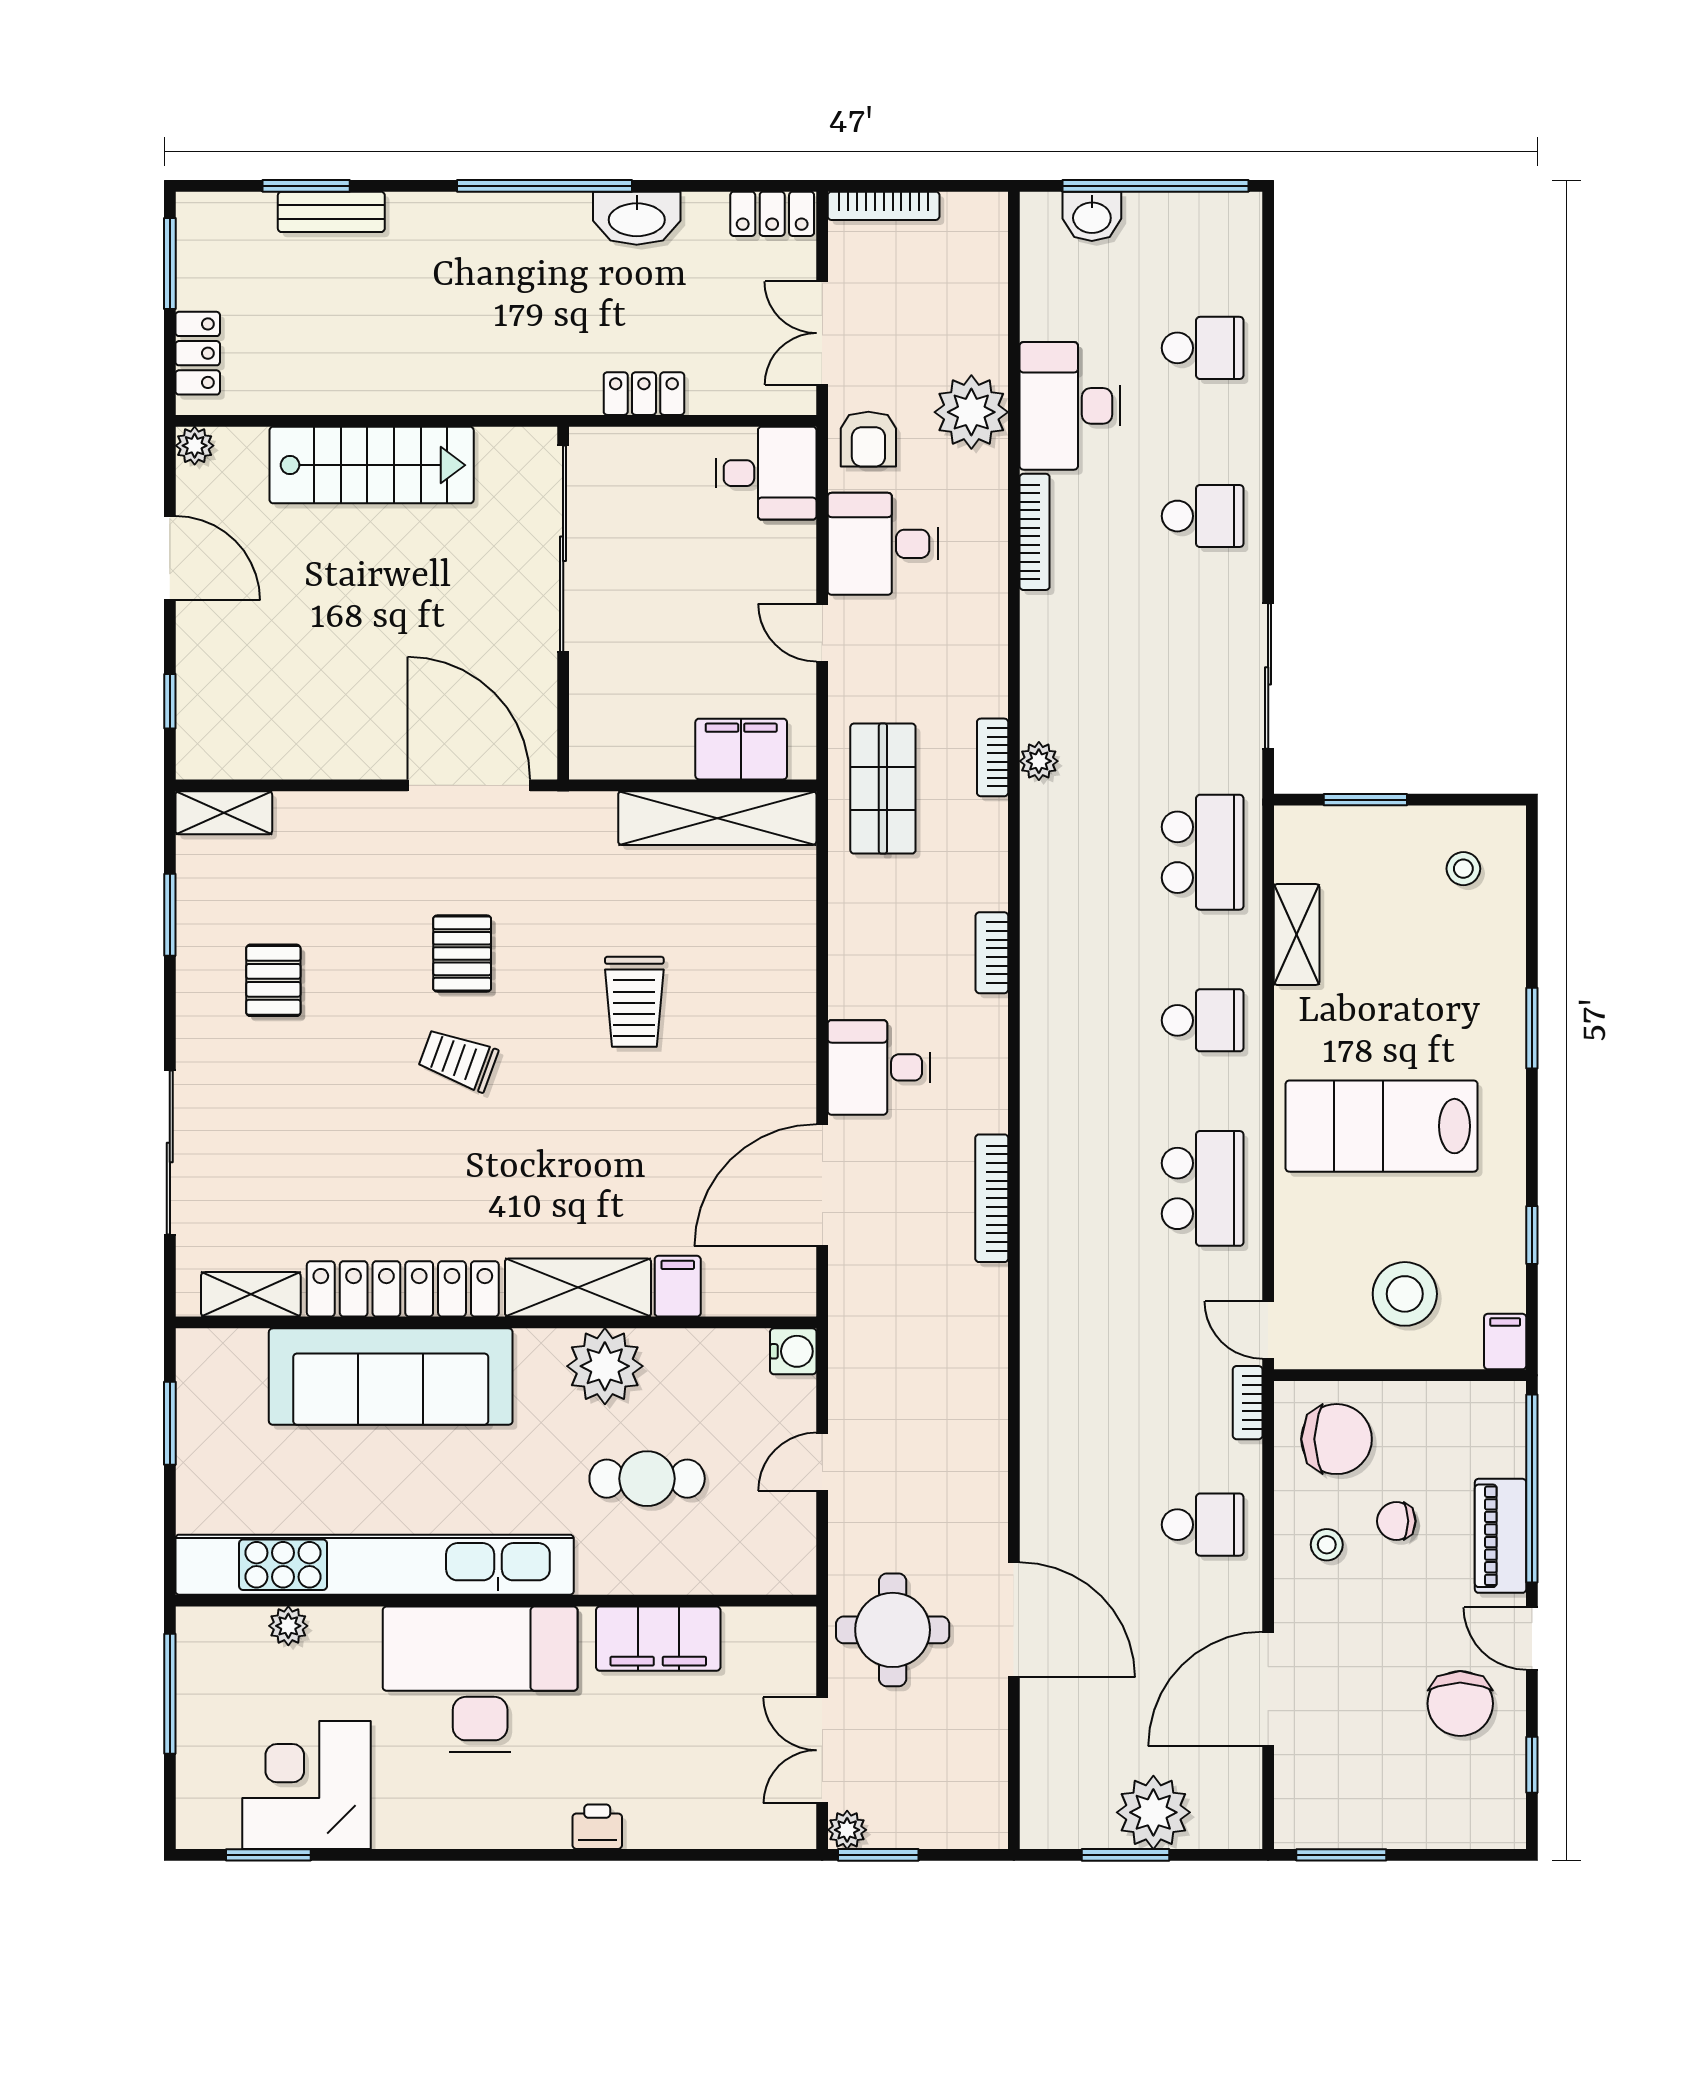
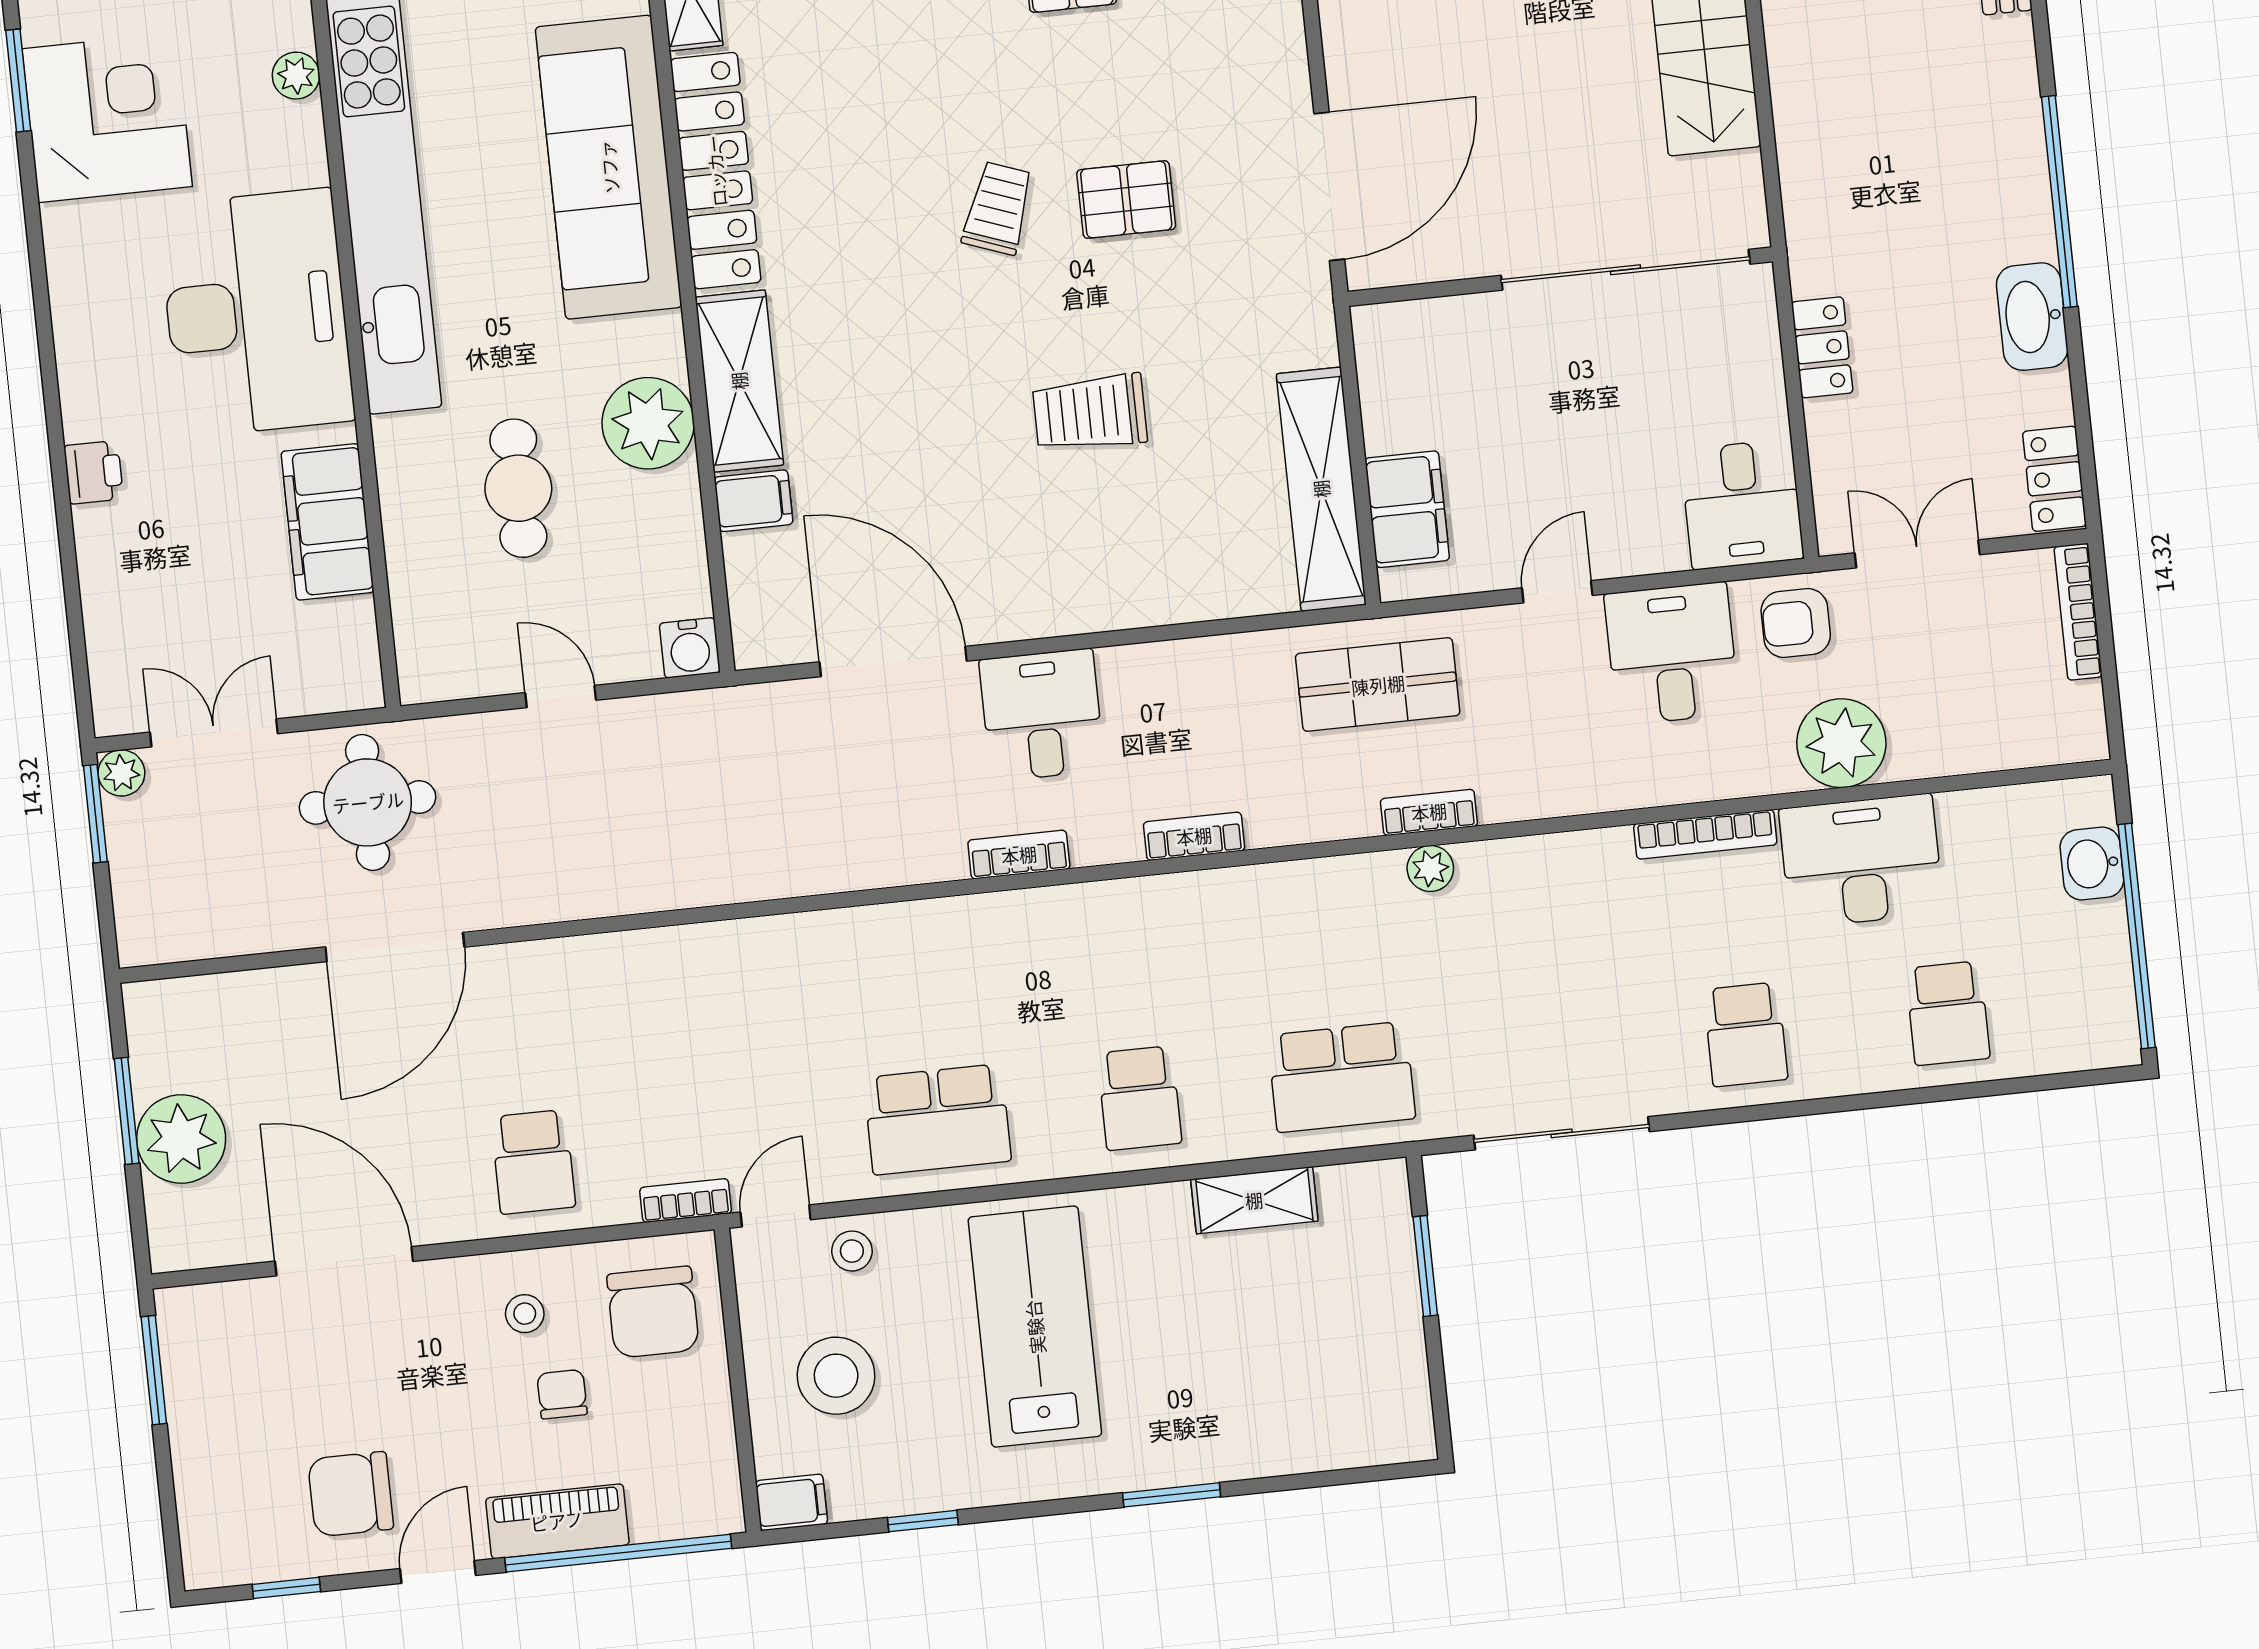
stool: (1463, 869) -> (852, 1251), moved
bookcase: (992, 1198) -> (1019, 855), moved, width x0.64

